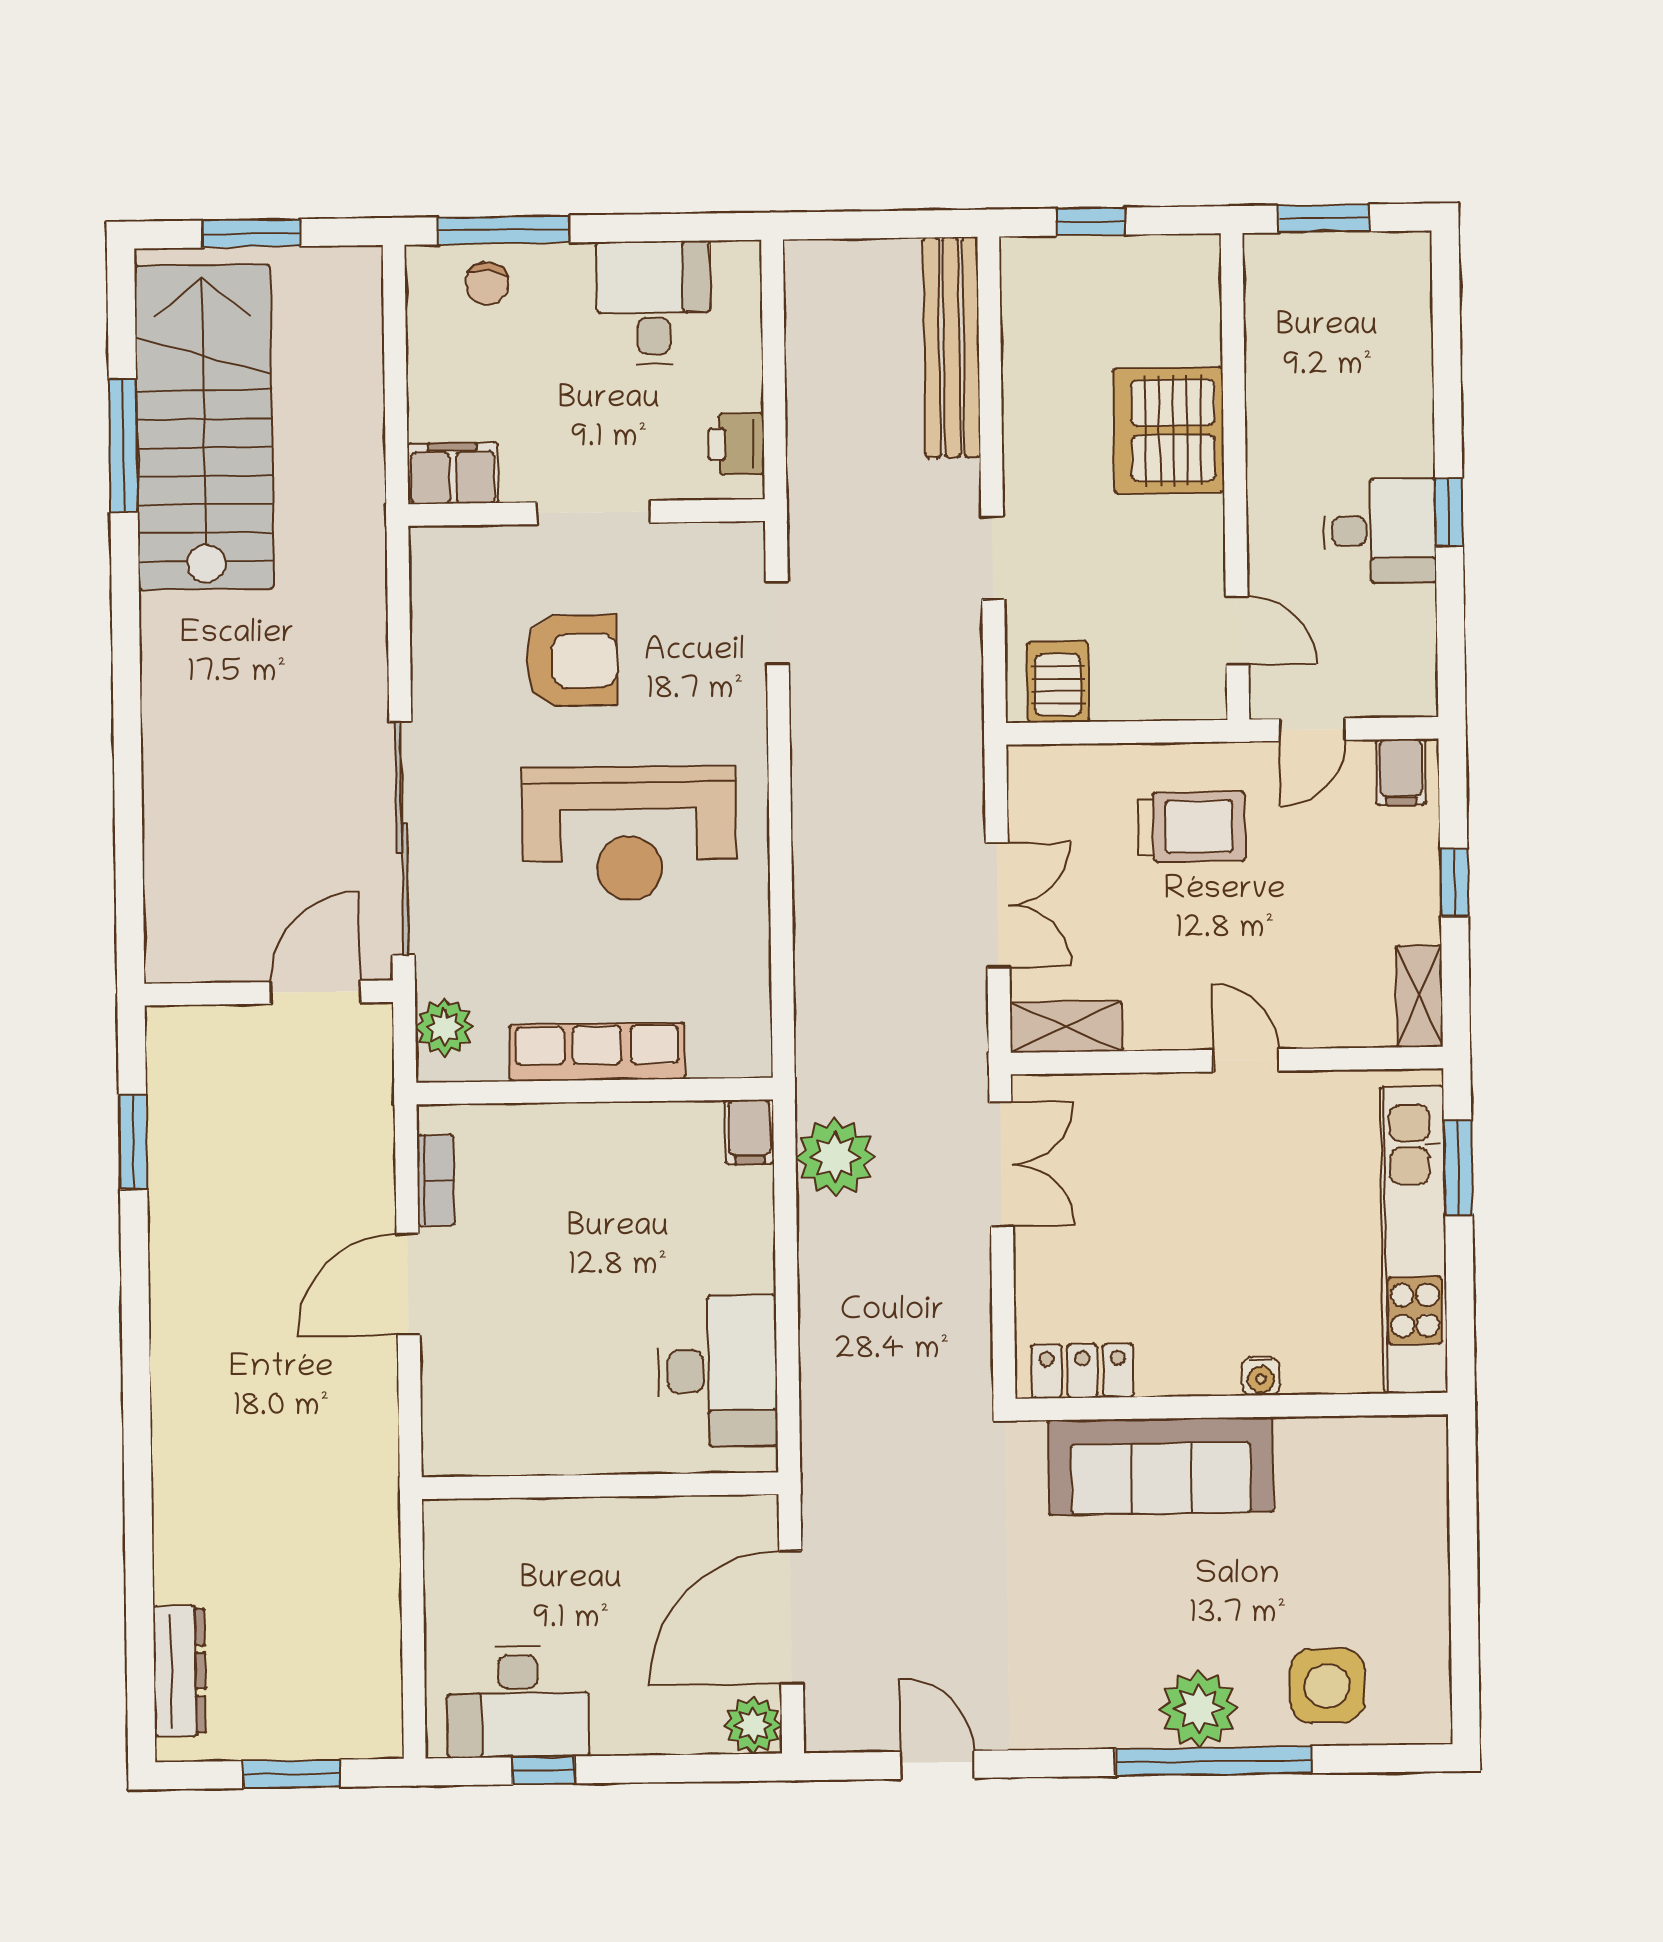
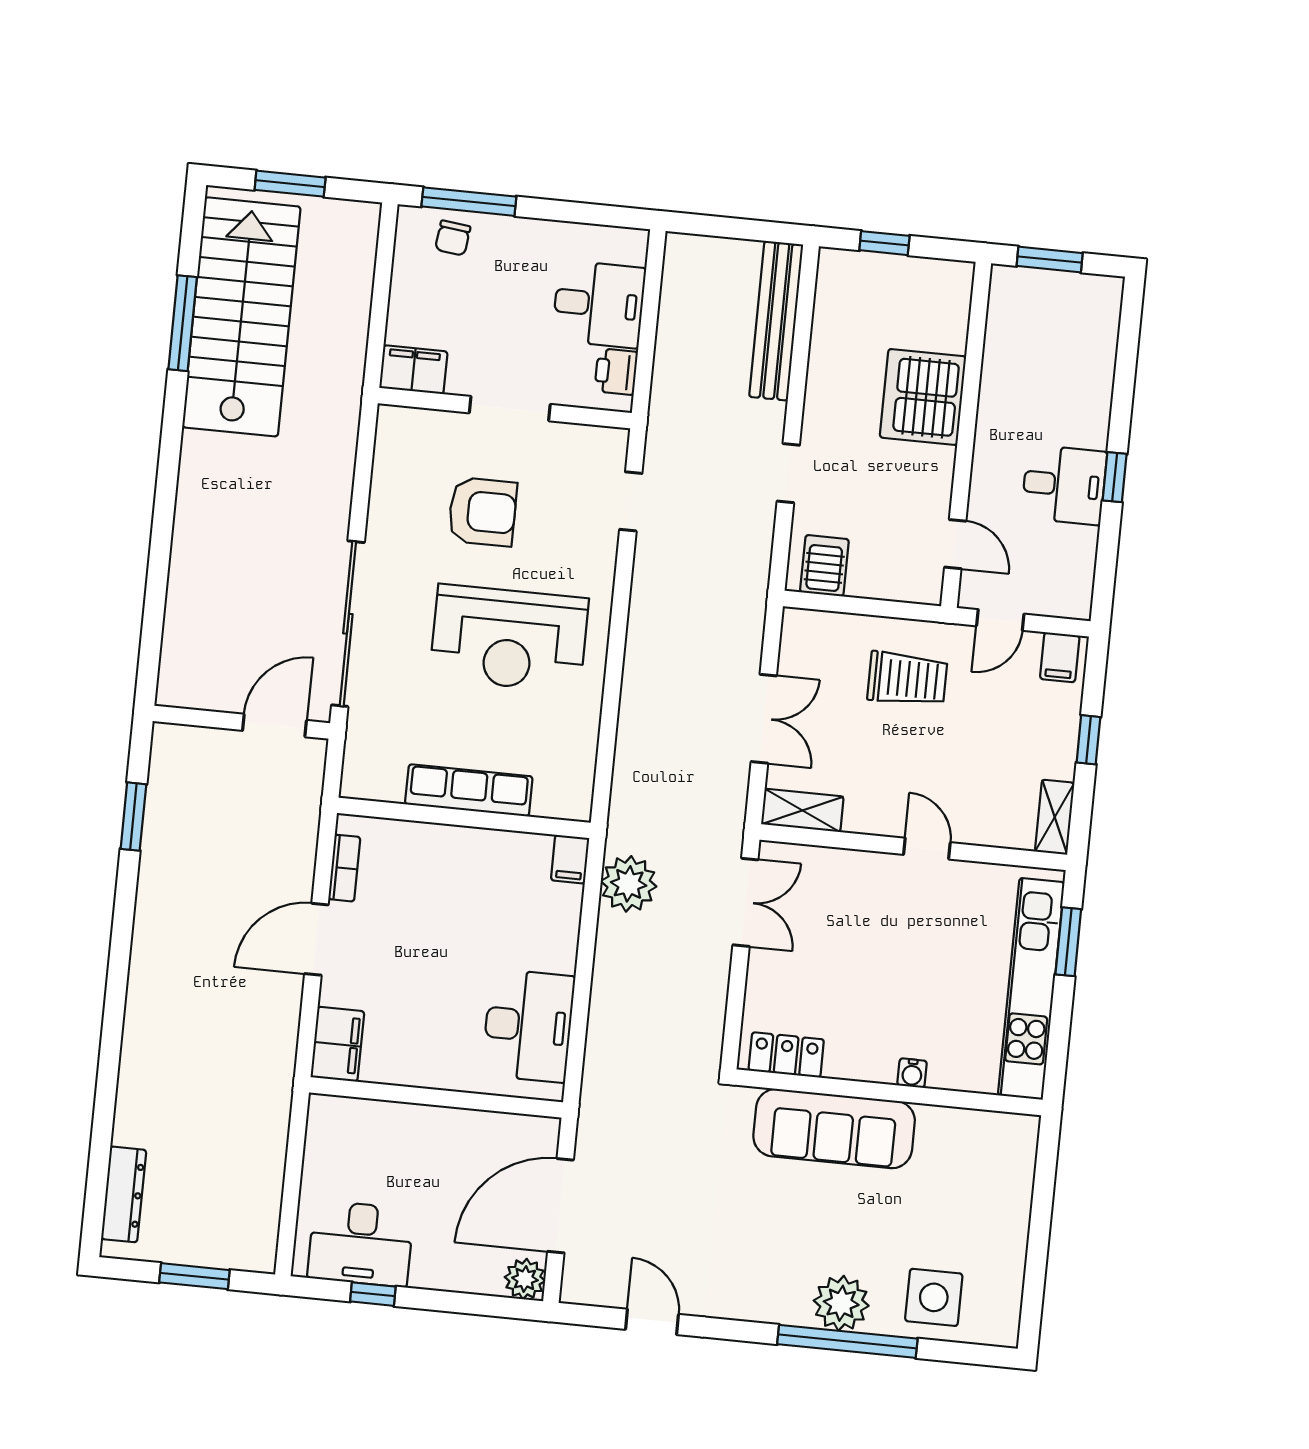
desk: (654, 303) -> (599, 304), moved, turned 90
plant: (444, 1027) -> (363, 761), removed
filing cabinet: (454, 1427) -> (337, 1044), added

